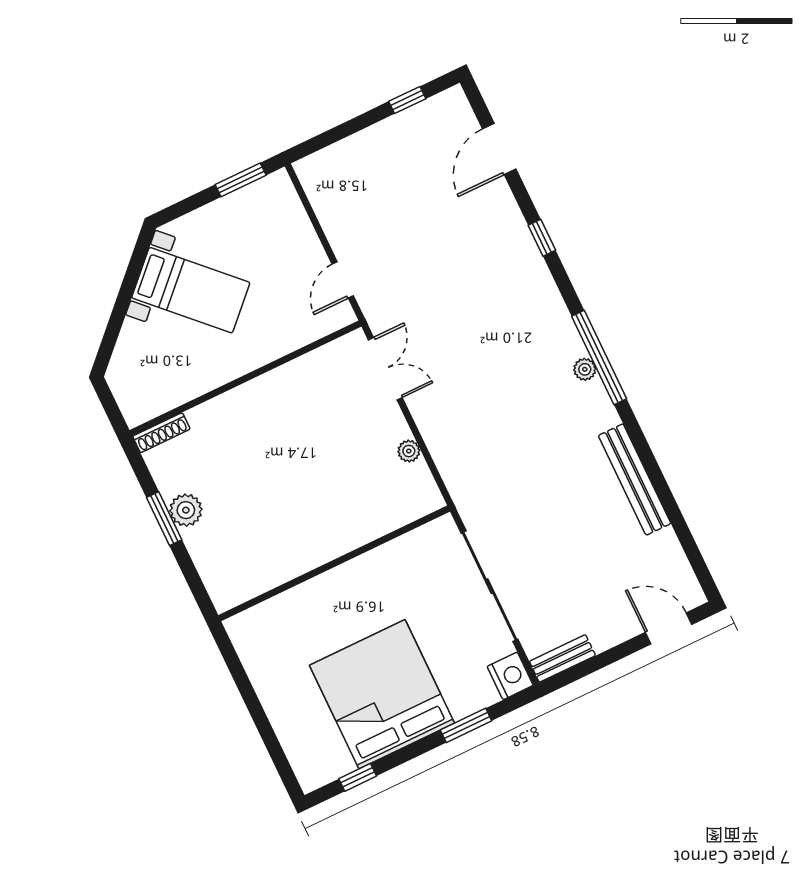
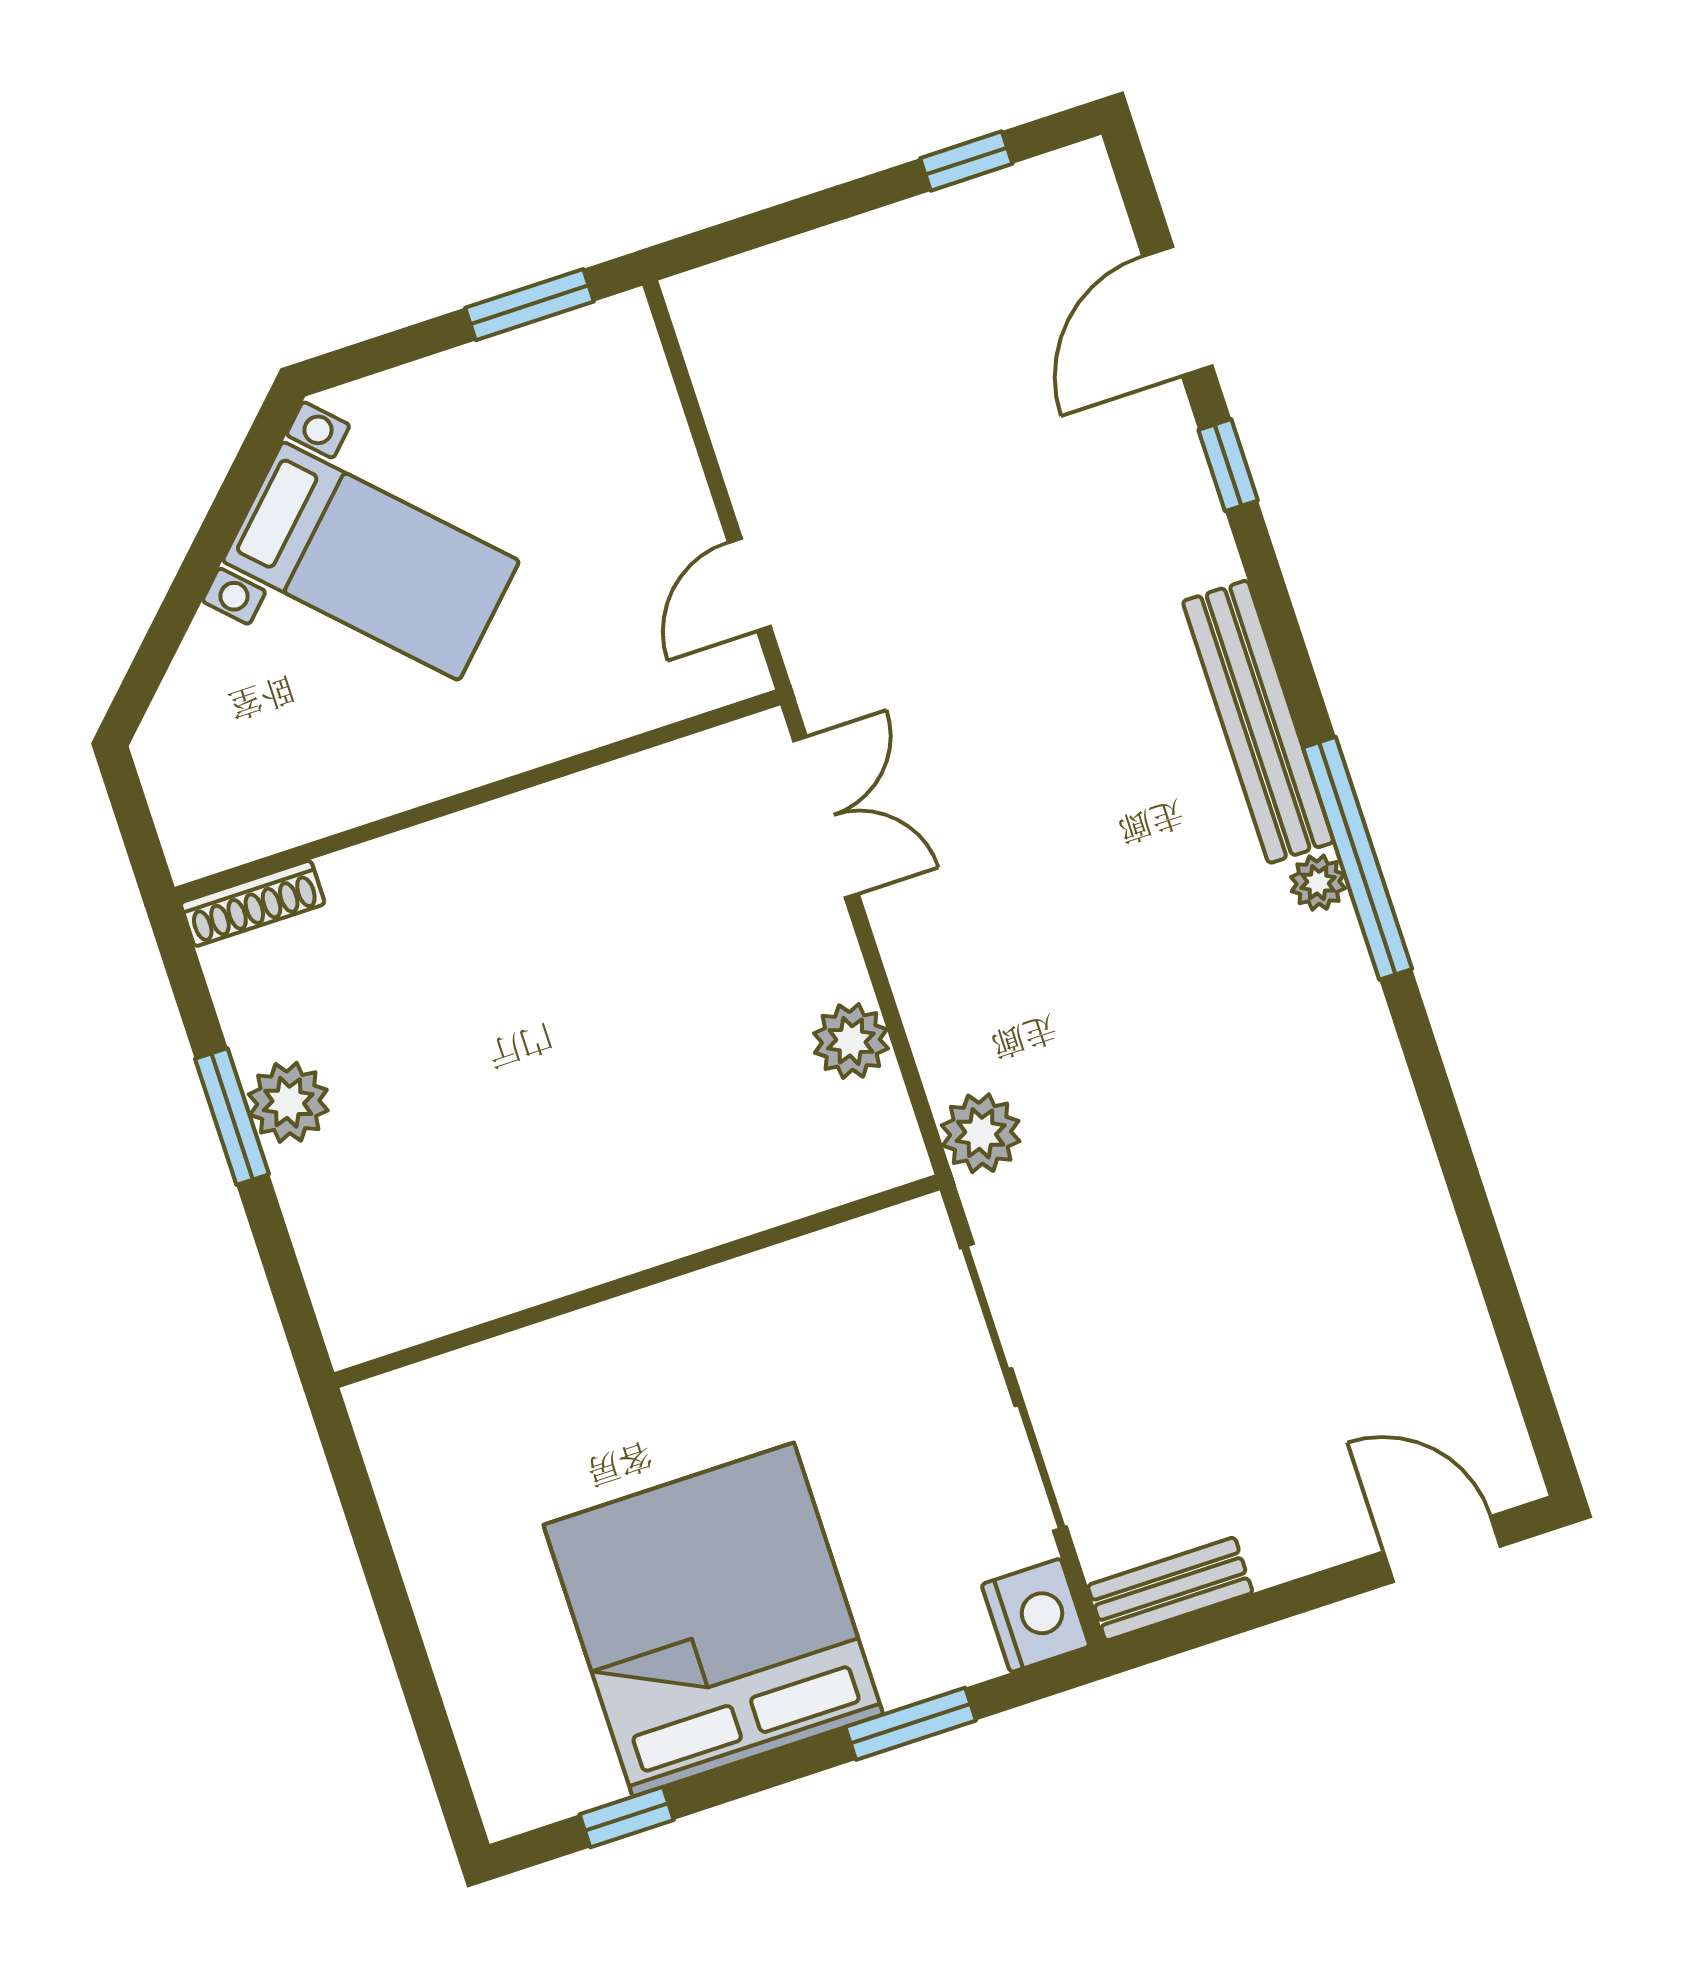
window: (542, 238) -> (1228, 465), moved
plant: (409, 451) -> (851, 1041), width x1.38, depth x1.38
bench: (635, 479) -> (1258, 722), moved
plant: (463, 487) -> (981, 1133), added

